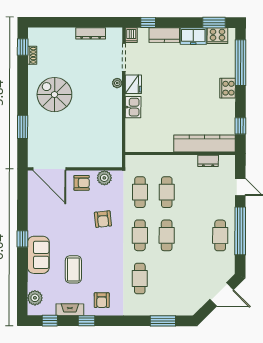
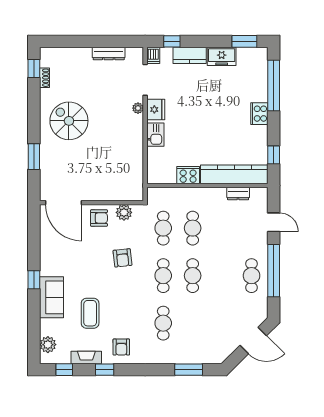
cooker: (217, 36) -> (188, 175), moved, turned 180

